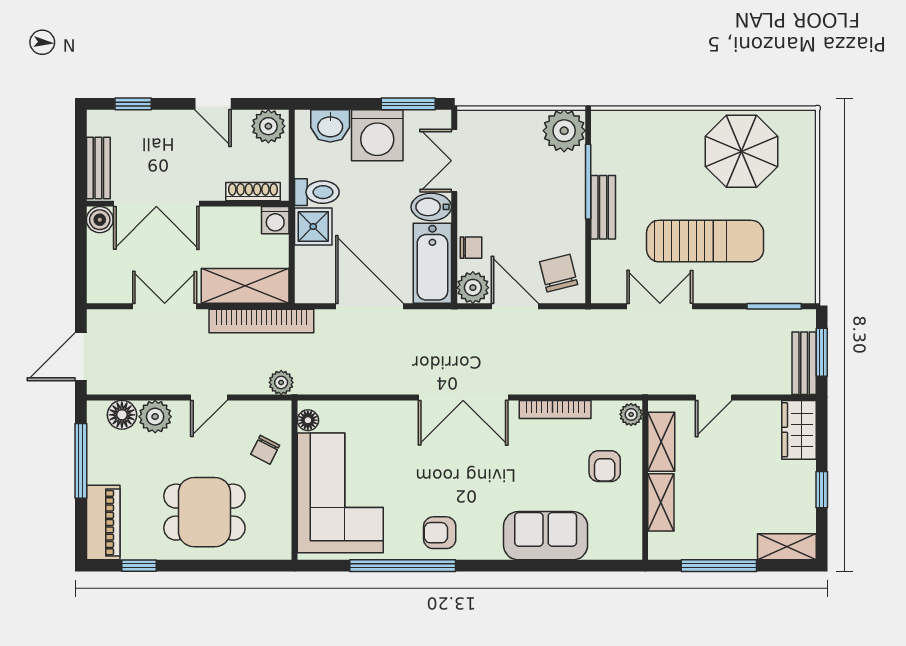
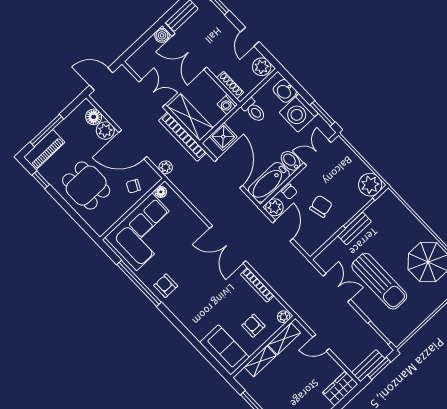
shower: (313, 226) -> (223, 137), moved
chair: (559, 273) -> (321, 206), moved
door: (209, 397) -> (133, 145), width x1.88
window: (81, 461) -> (47, 130), moved
armchair: (605, 466) -> (253, 326), turned 90
sofa: (546, 536) -> (225, 350), moved

